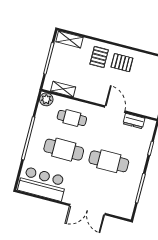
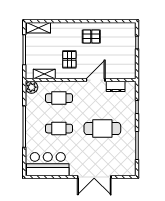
pallet: (99, 57) -> (69, 59), moved
door: (115, 109) -> (96, 80), hinge flipped
cafe table: (64, 150) -> (59, 129), width x0.73, depth x0.74

